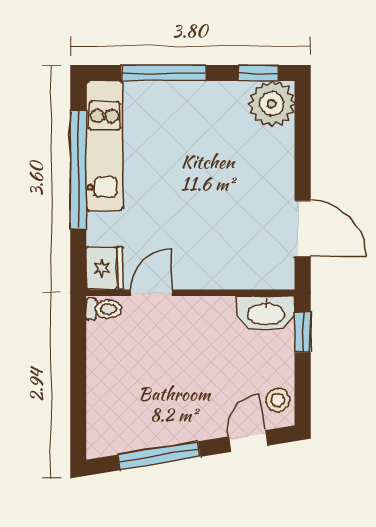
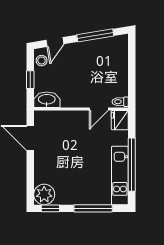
window: (303, 332) -> (30, 80), moved

